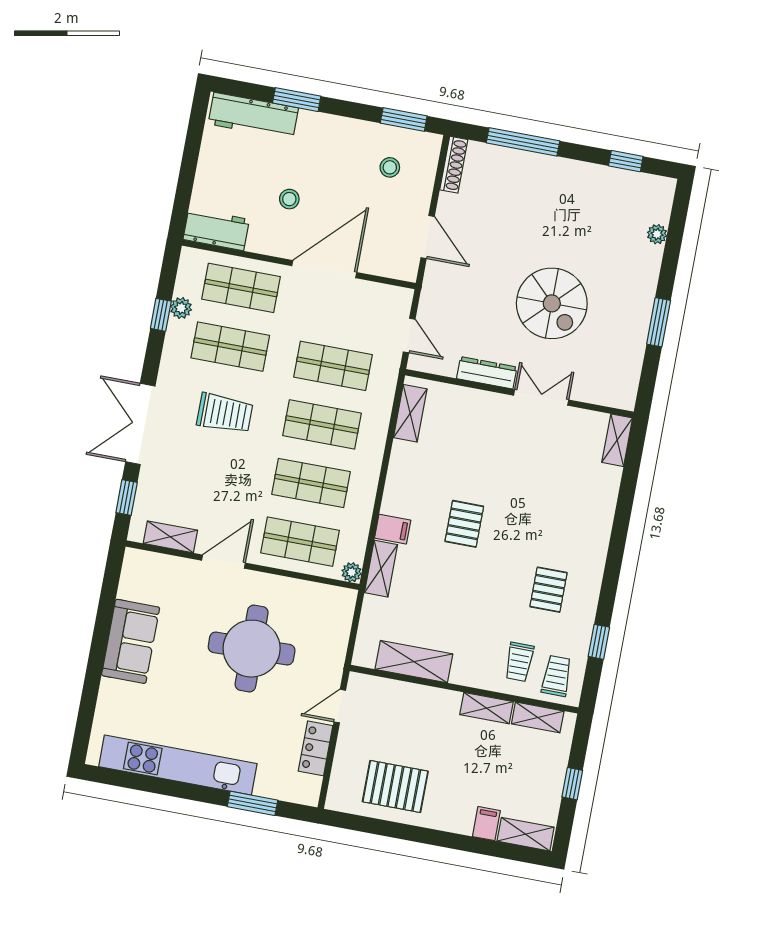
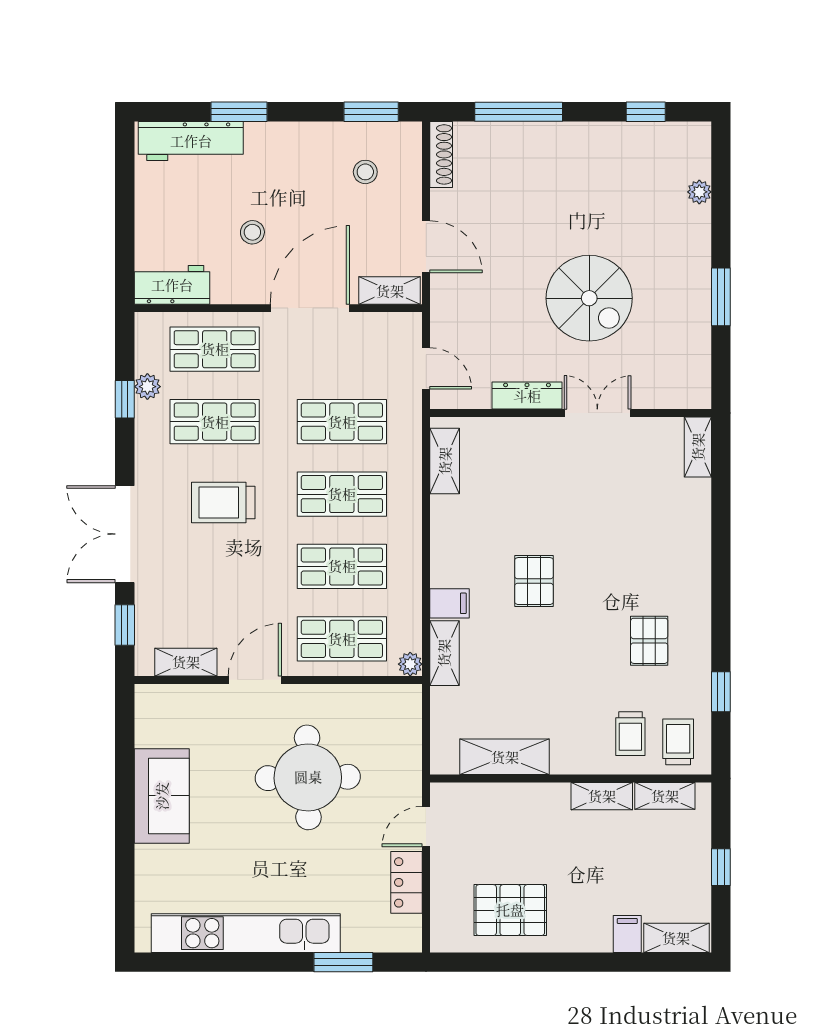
shelving: (391, 267) -> (390, 291), added
trolley: (225, 413) -> (223, 502), turned 180

